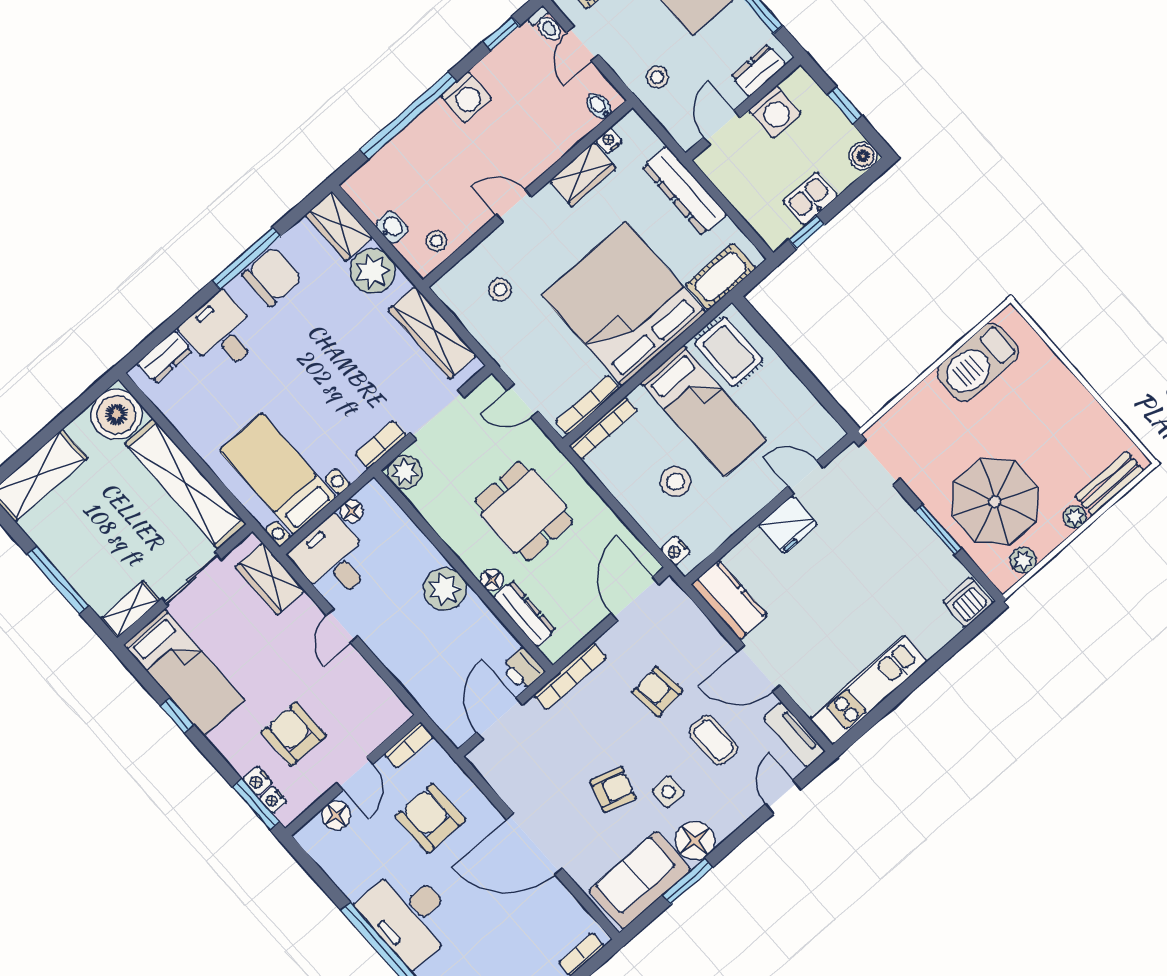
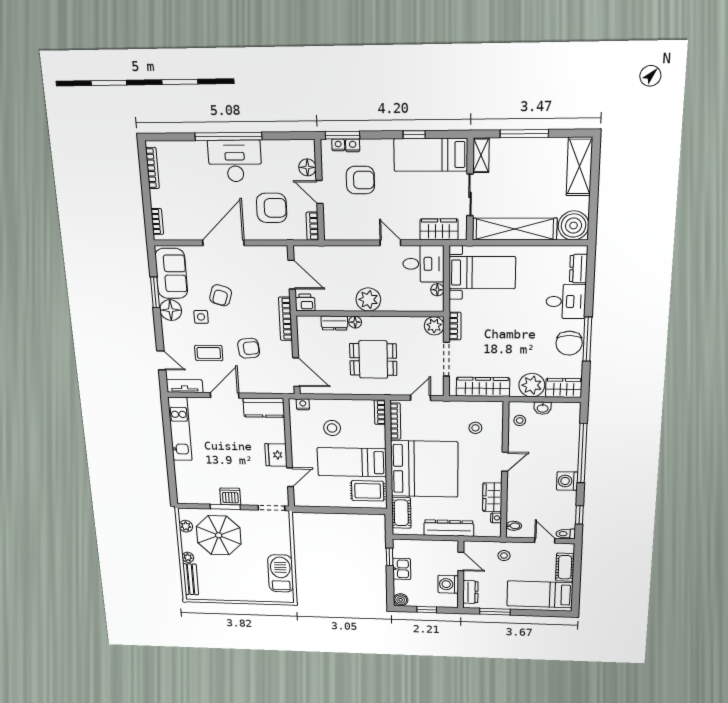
bookcase: (603, 428) -> (380, 412), width x0.64
dishwasher: (968, 602) -> (230, 496), moved, turned -90
dresser: (524, 614) -> (334, 323), width x0.70

